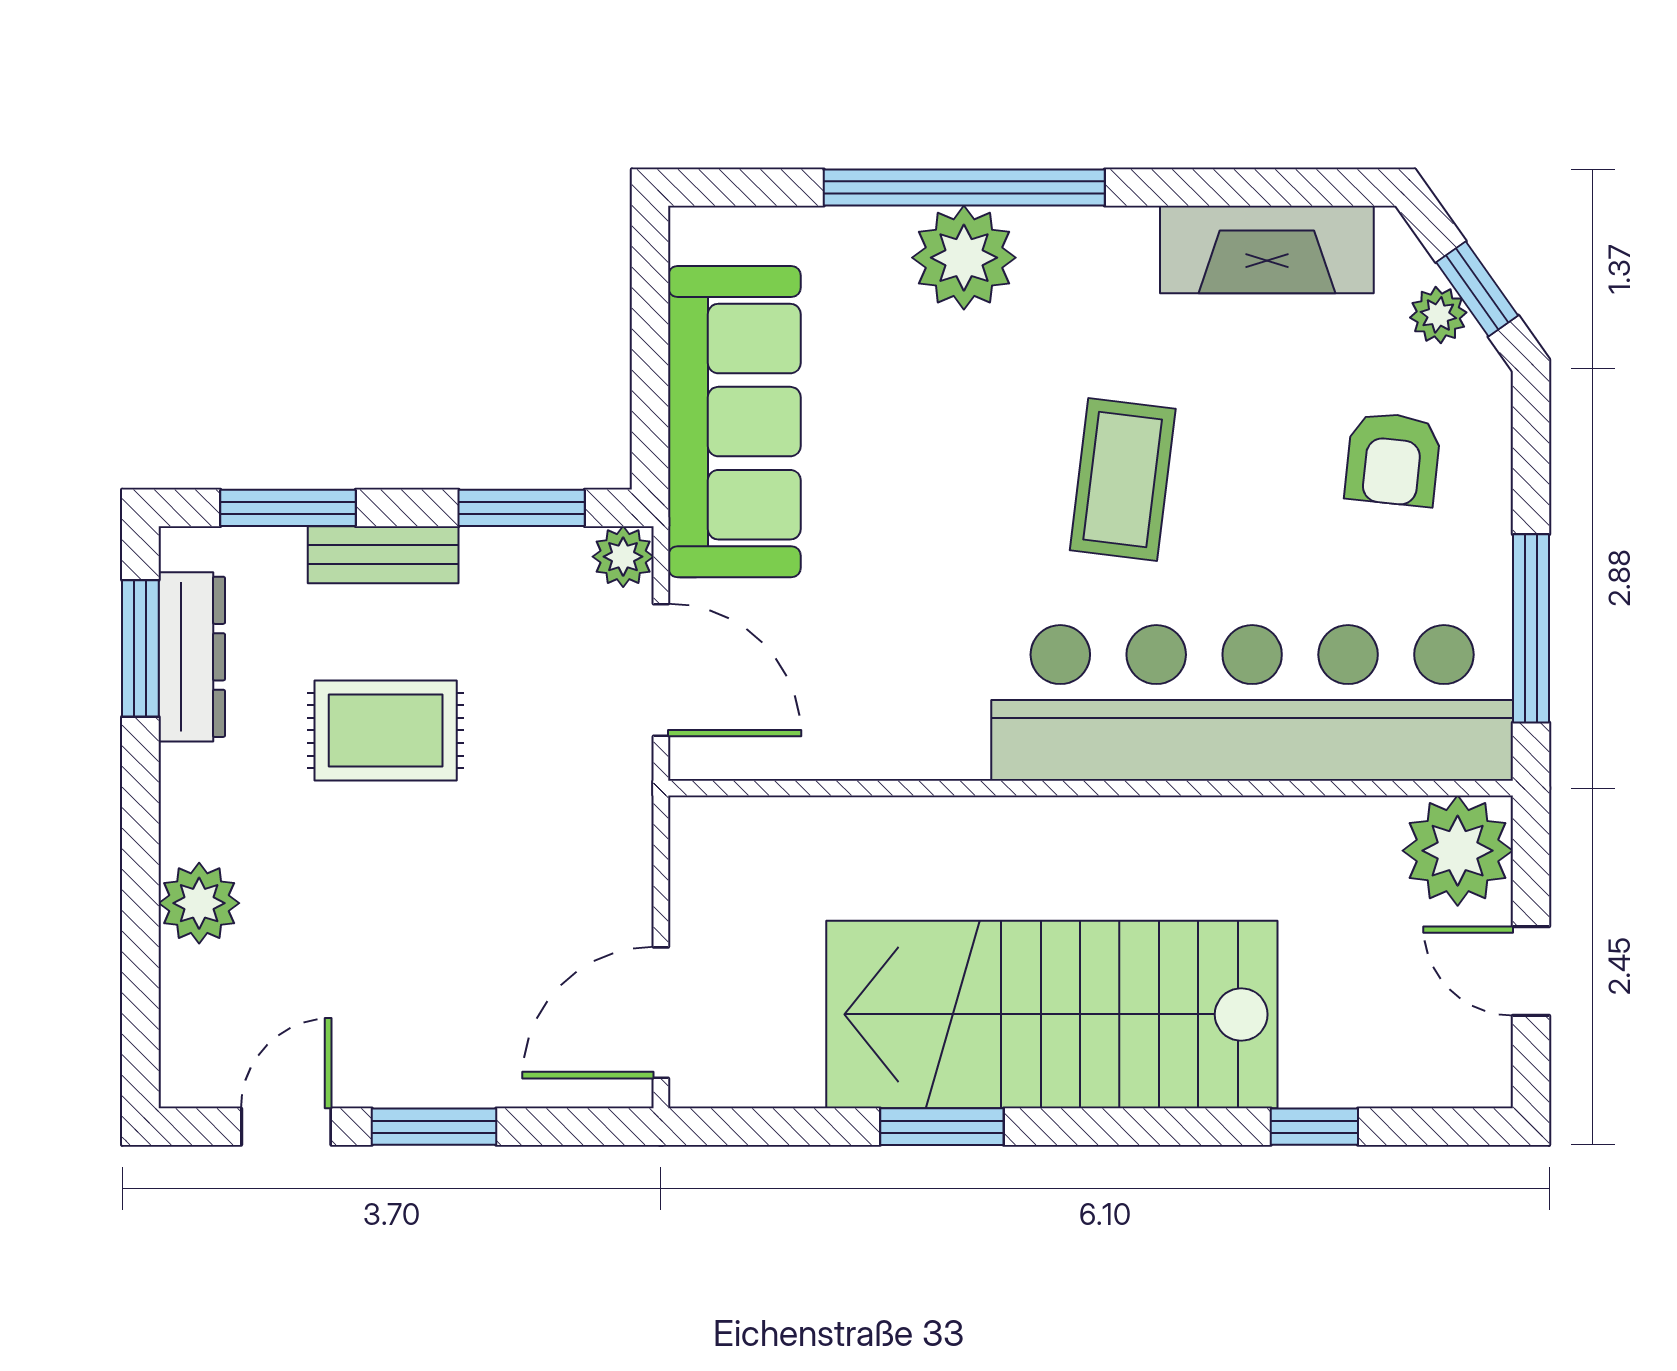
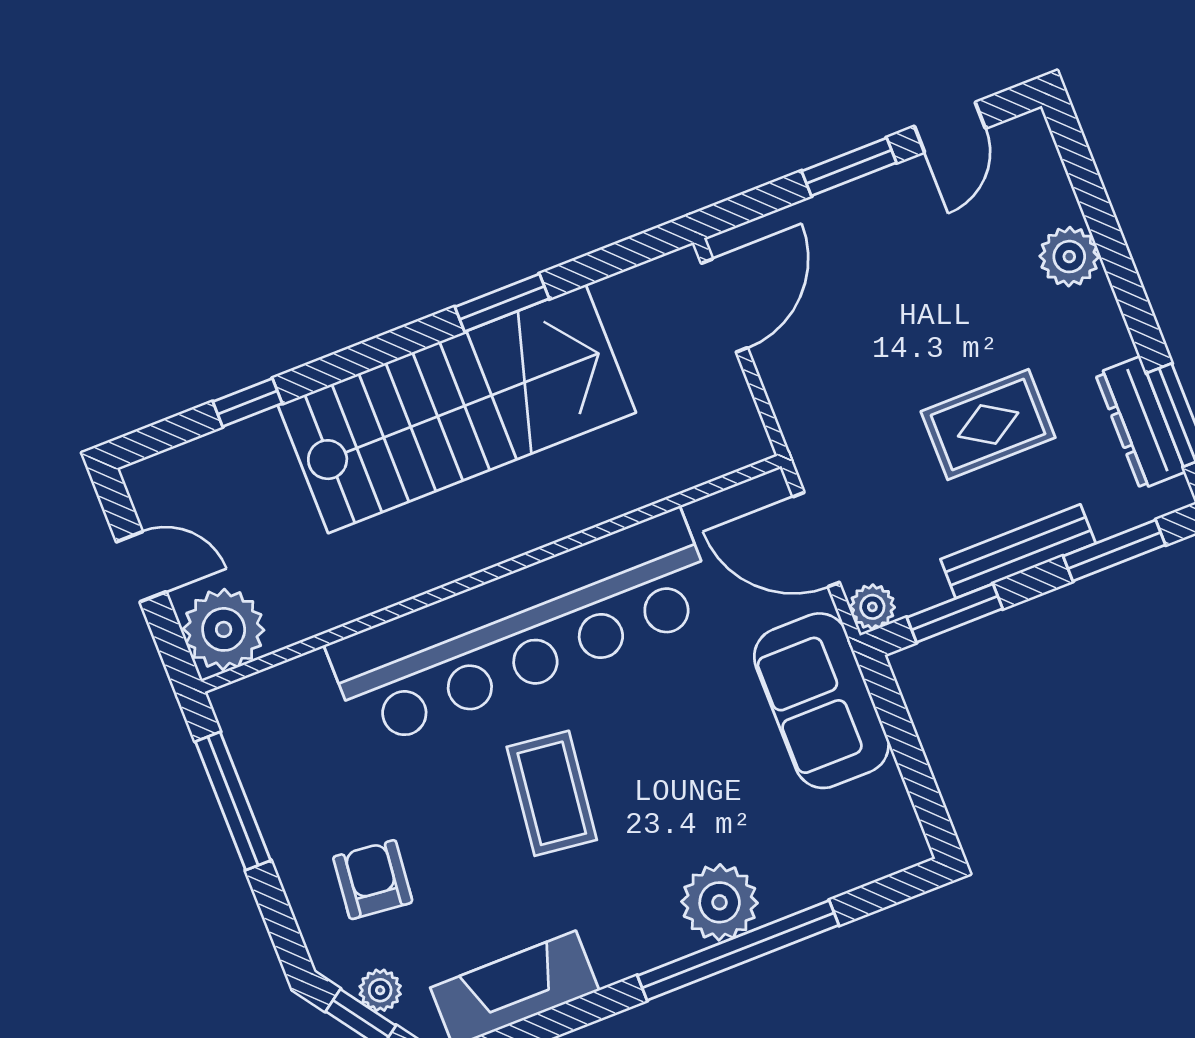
sofa: (734, 422) -> (821, 701), width x0.73
bench: (383, 555) -> (1018, 551), width x1.36
bar counter: (1252, 703) -> (522, 629), moved

